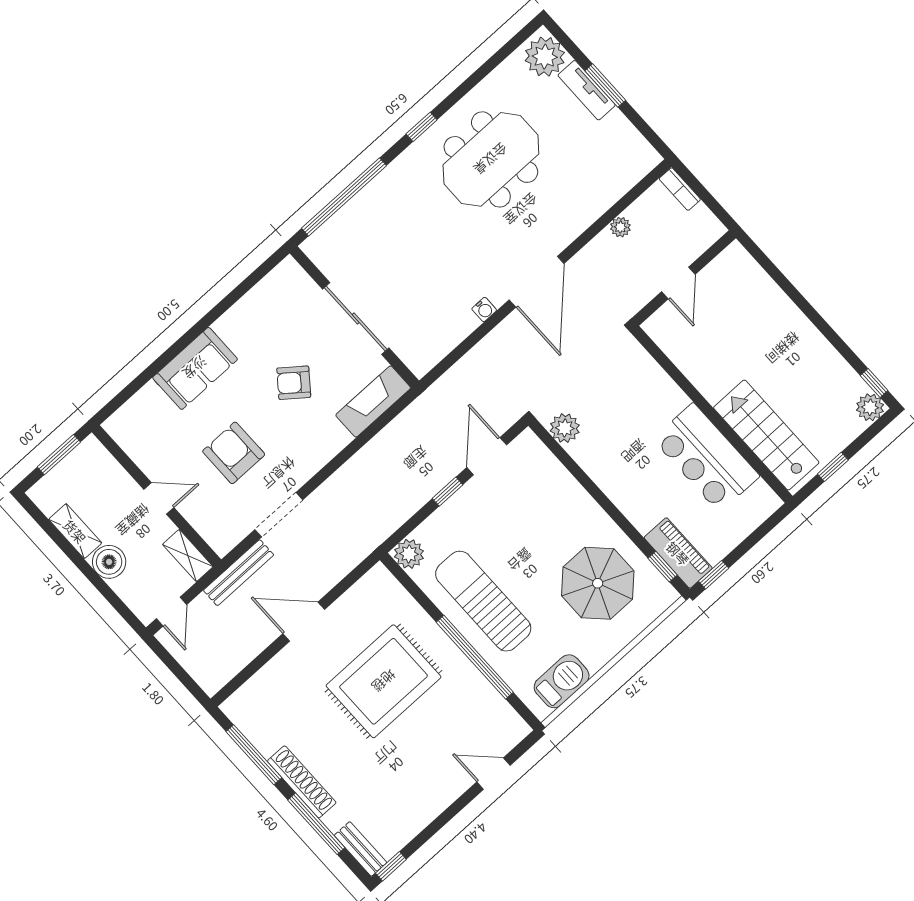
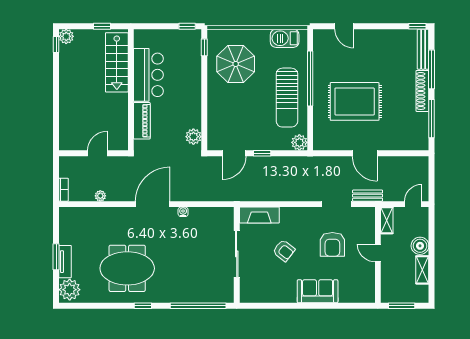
piano: (678, 553) -> (142, 121), moved, turned 180
bench: (239, 573) -> (368, 196), width x0.73
bench: (361, 849) -> (423, 49), width x1.36

